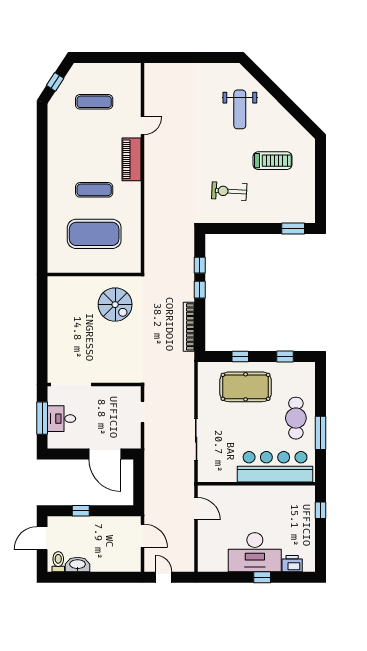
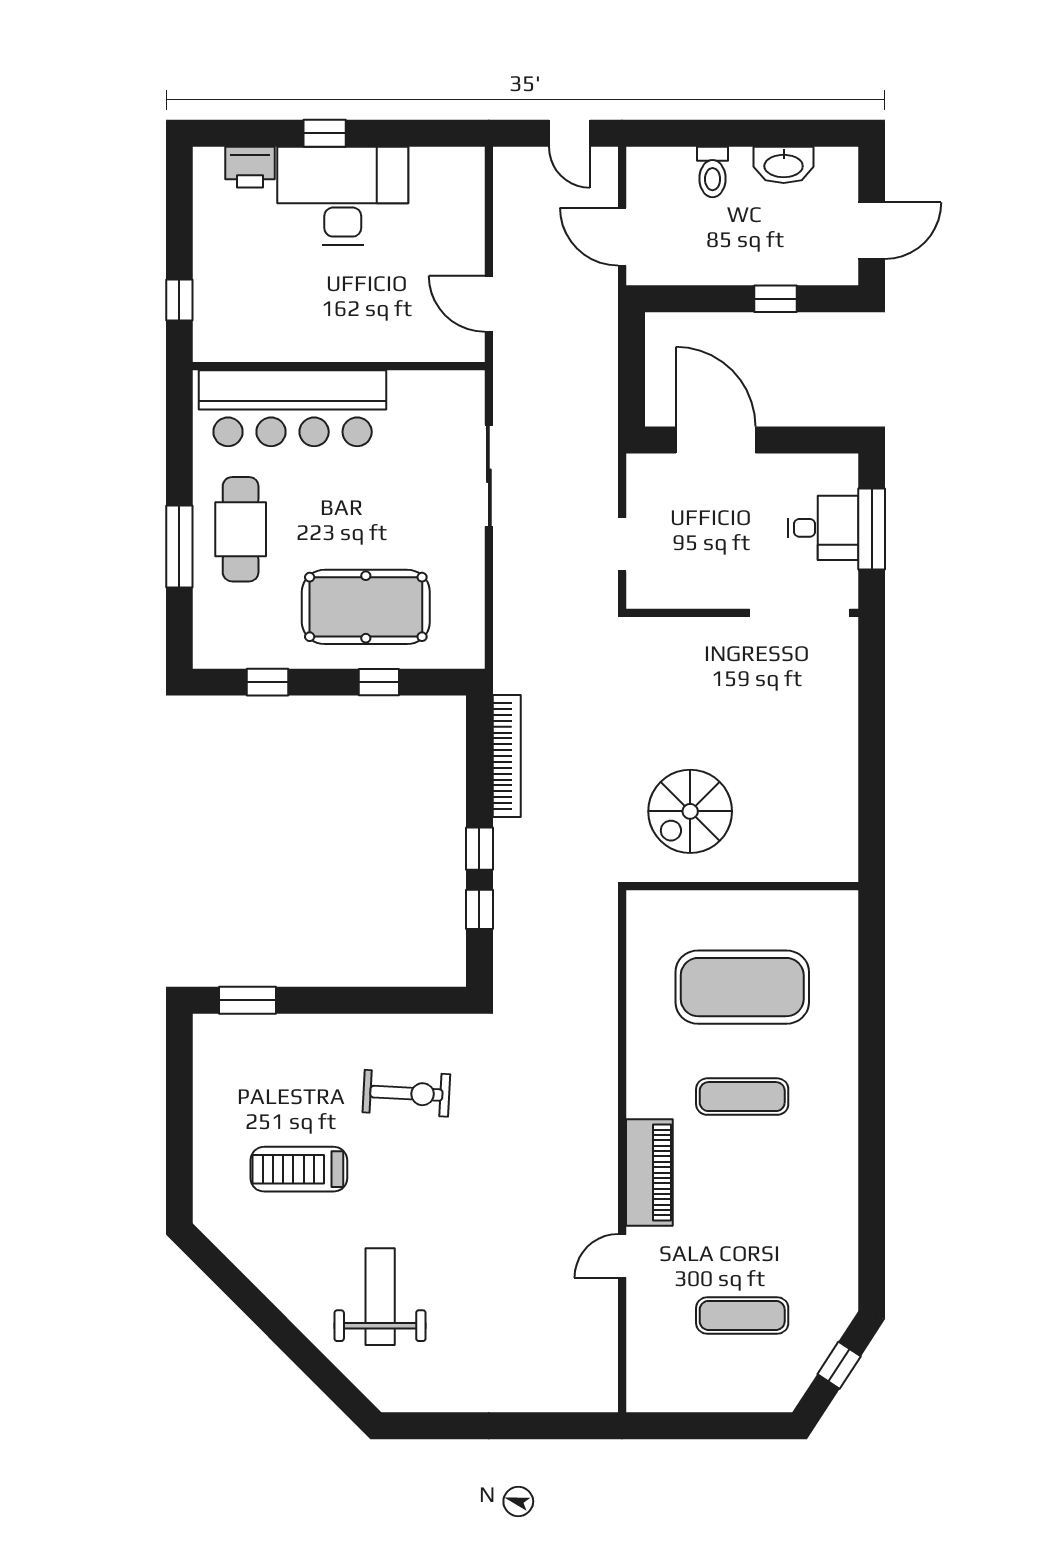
spiral stairs: (115, 305) -> (690, 811), turned -90
window: (321, 433) -> (179, 546), moved
toilet: (58, 562) -> (713, 172), moved

